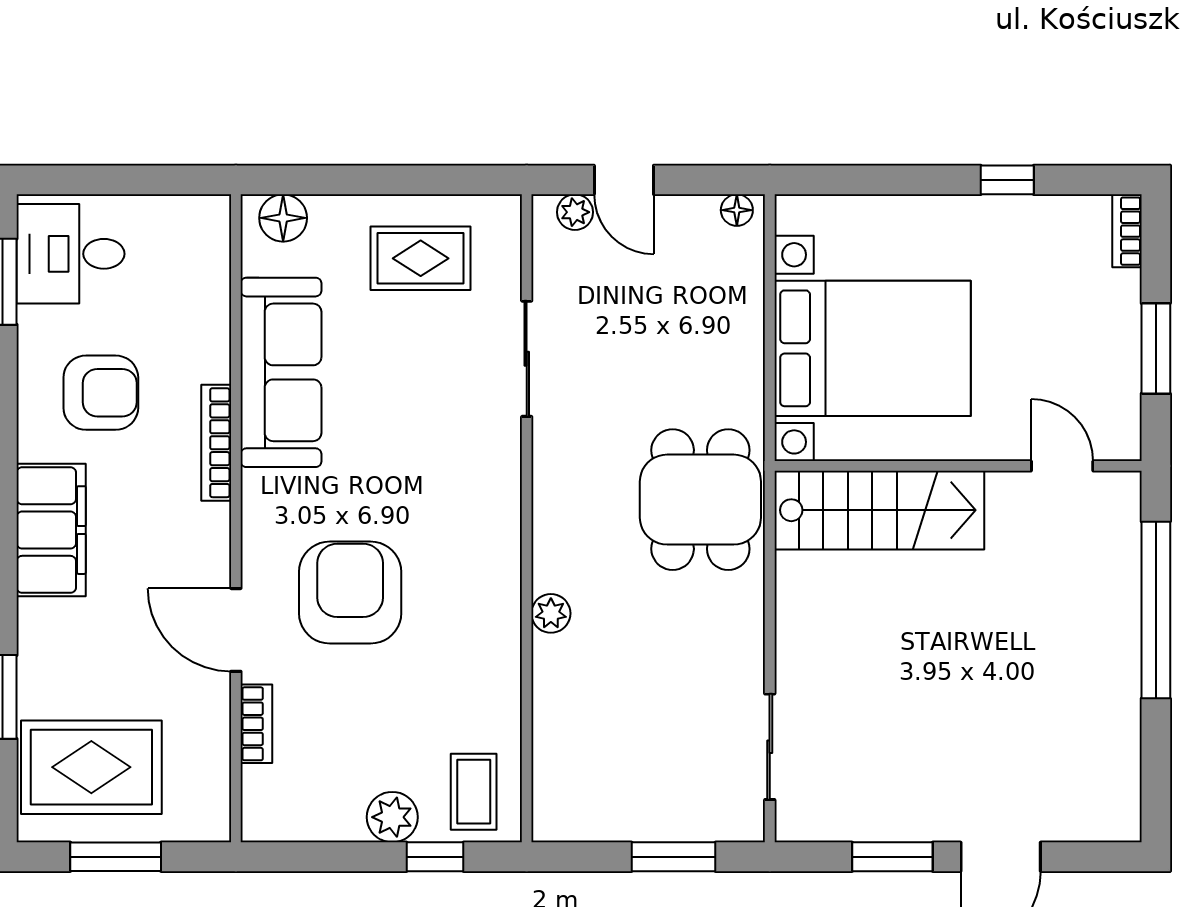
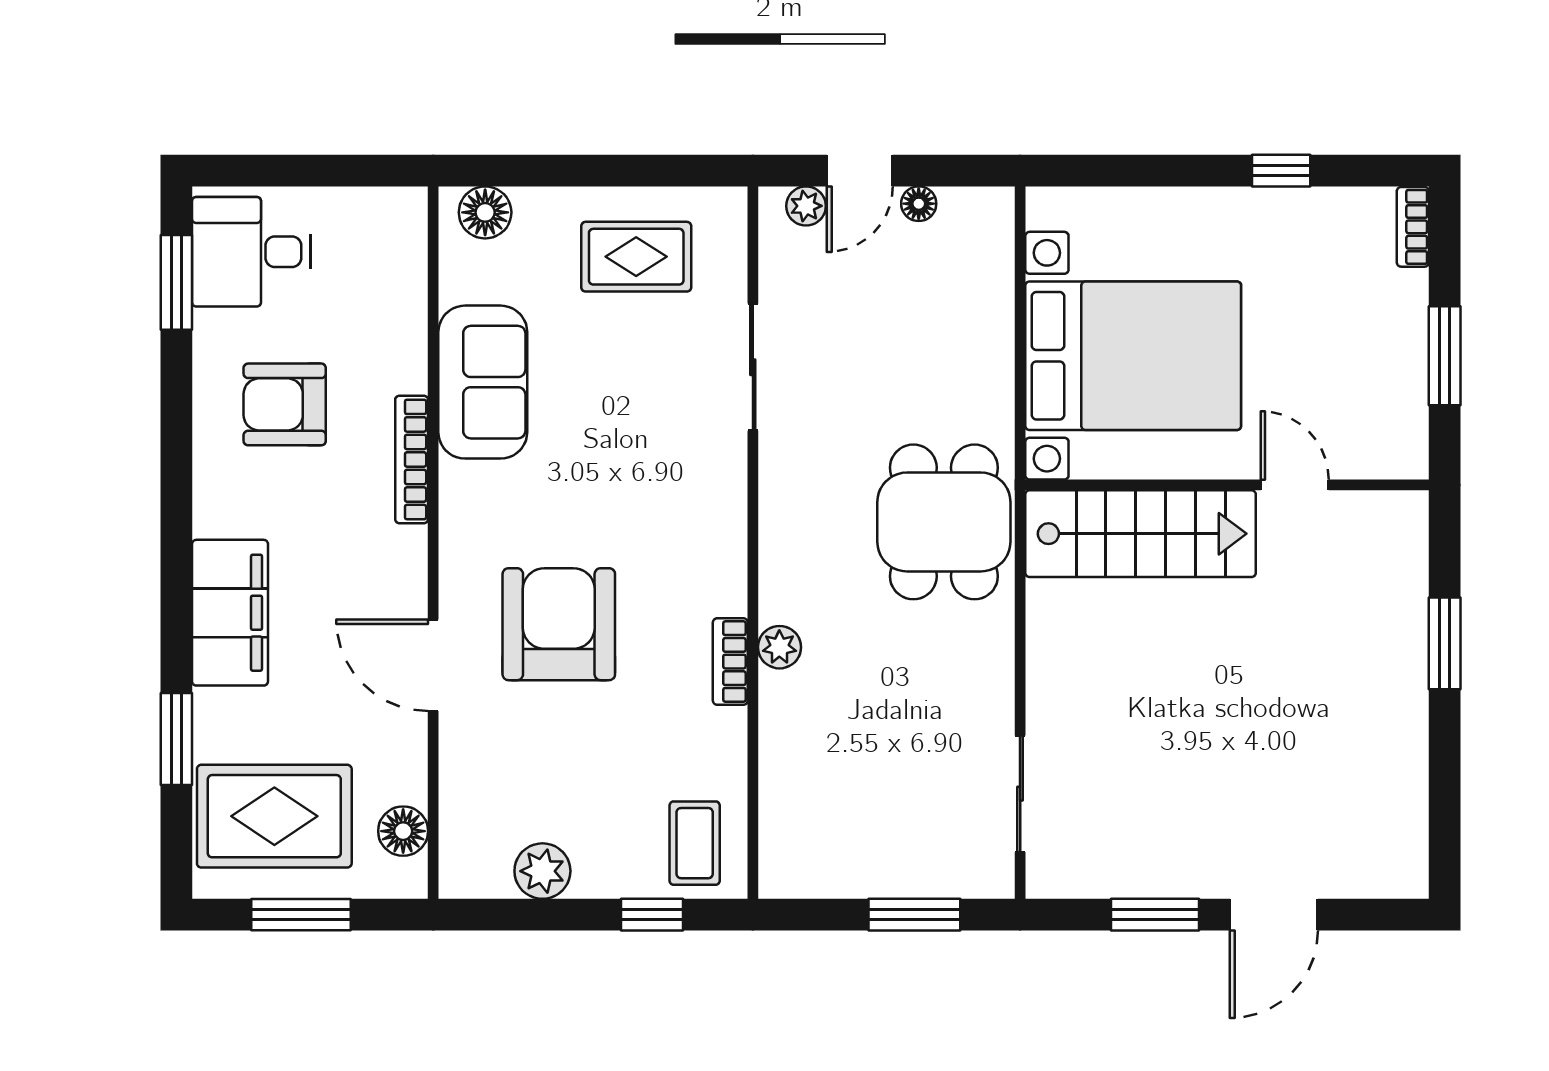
door: (624, 180) -> (860, 171), hinge flipped
floor lamp: (737, 210) -> (919, 204), moved
sofa: (281, 372) -> (483, 382), width x0.73
armchair: (101, 393) -> (285, 404), turned 180
door: (1062, 466) -> (1295, 485), moved
filing cabinet: (51, 530) -> (230, 613), moved
window: (1156, 610) -> (1445, 643), width x0.47
bookcase: (256, 724) -> (730, 662), moved, turned 180
floor lamp: (209, 781) -> (403, 831), added
plant: (392, 817) -> (542, 871), moved

